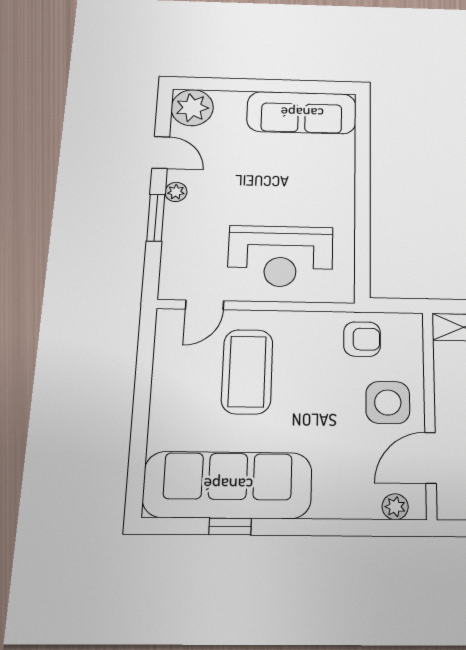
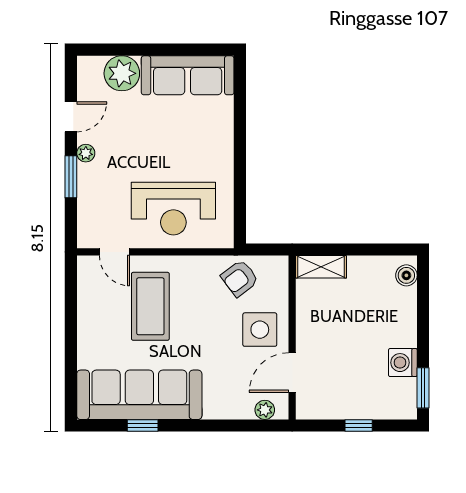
plant: (192, 108) -> (122, 73), moved
door: (161, 152) -> (71, 117), hinge flipped
door: (204, 305) -> (114, 252), hinge flipped
armchair: (362, 339) -> (240, 278), turned 143

